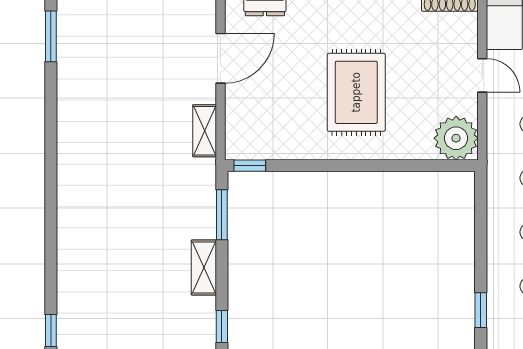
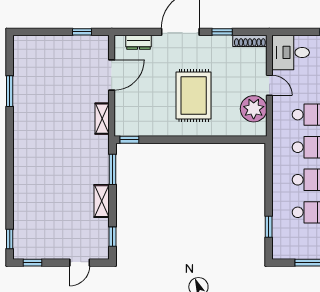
window: (51, 36) -> (10, 91), moved
plant: (456, 138) -> (254, 109), moved

